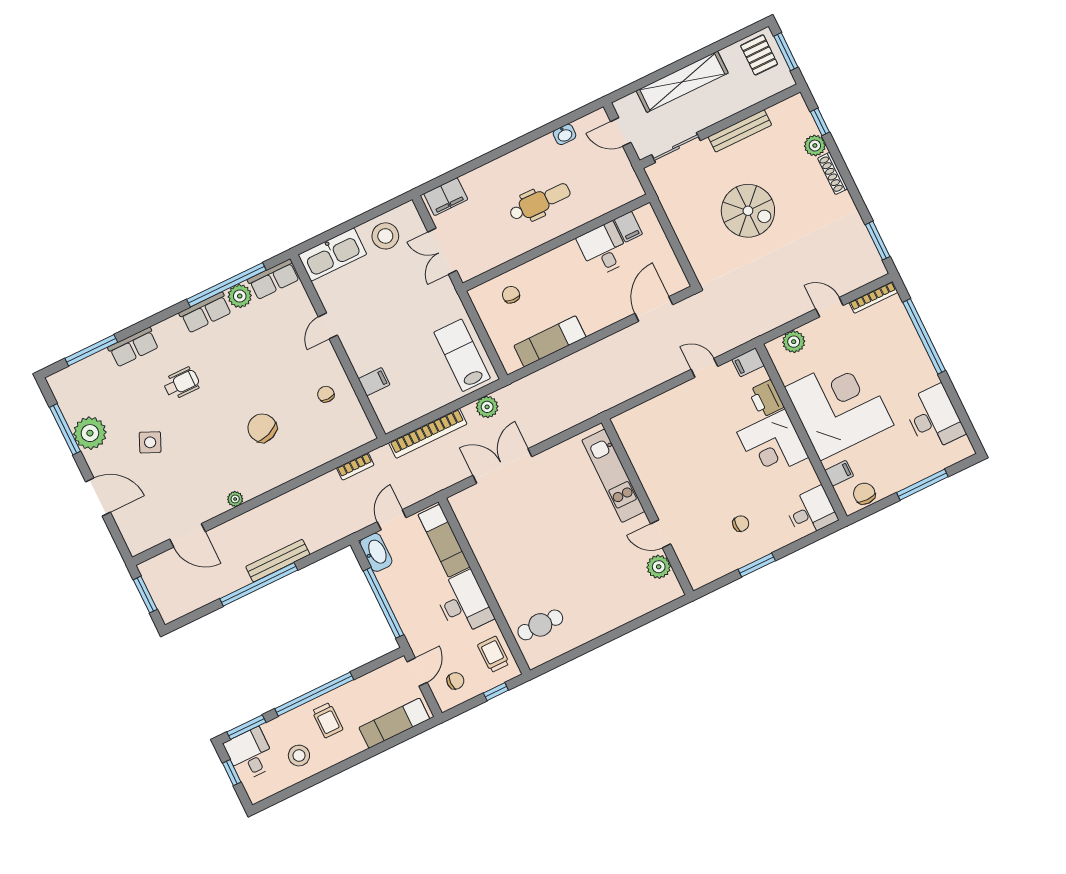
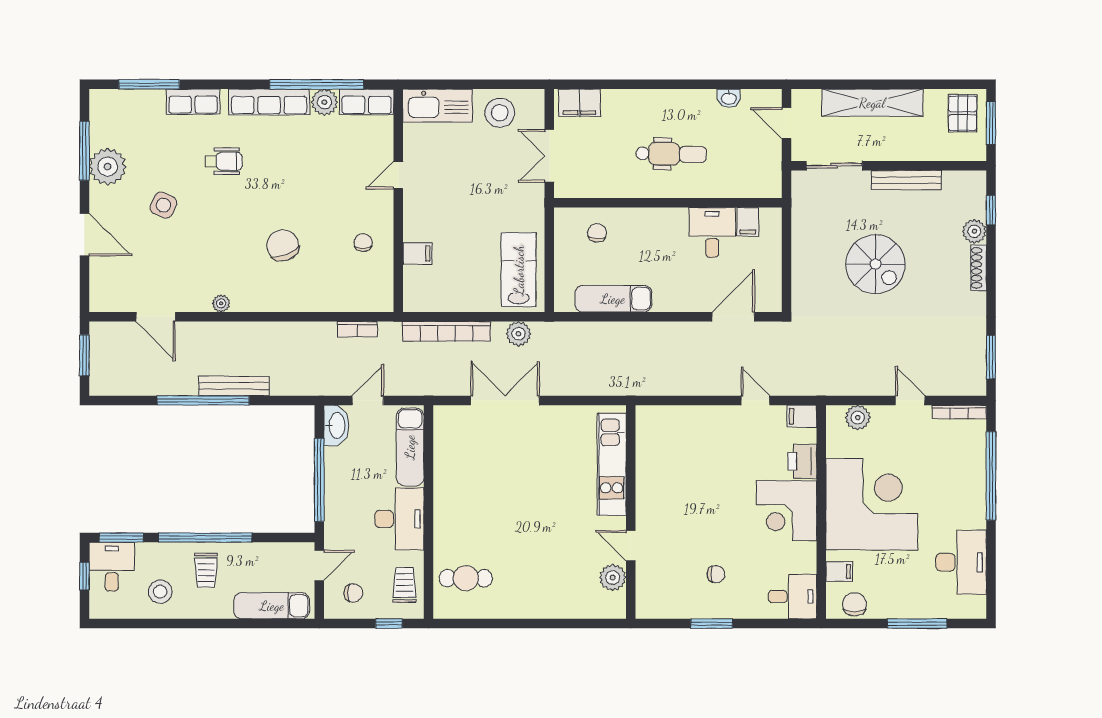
row of seats: (205, 313) -> (269, 102), width x1.48

